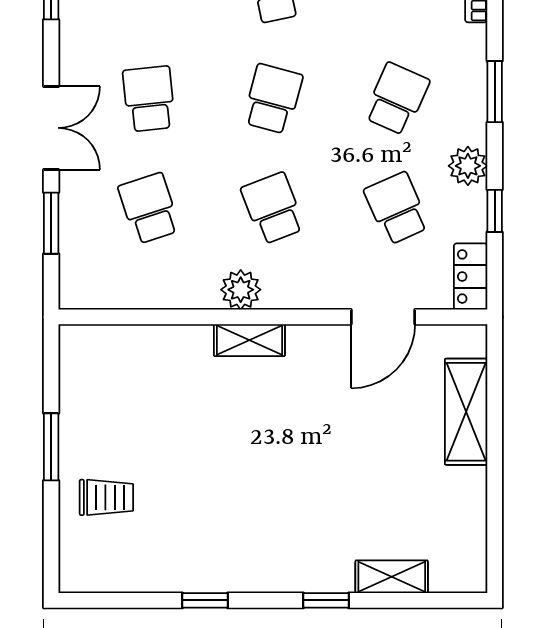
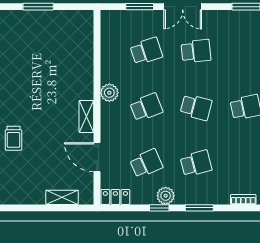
school desk: (397, 99) -> (196, 163), turned -39
window: (495, 211) -> (159, 208), moved
shelving: (249, 340) -> (86, 116), moved
shelving: (466, 412) -> (62, 197), width x0.67, depth x0.75
trolley: (106, 497) -> (13, 138), moved

